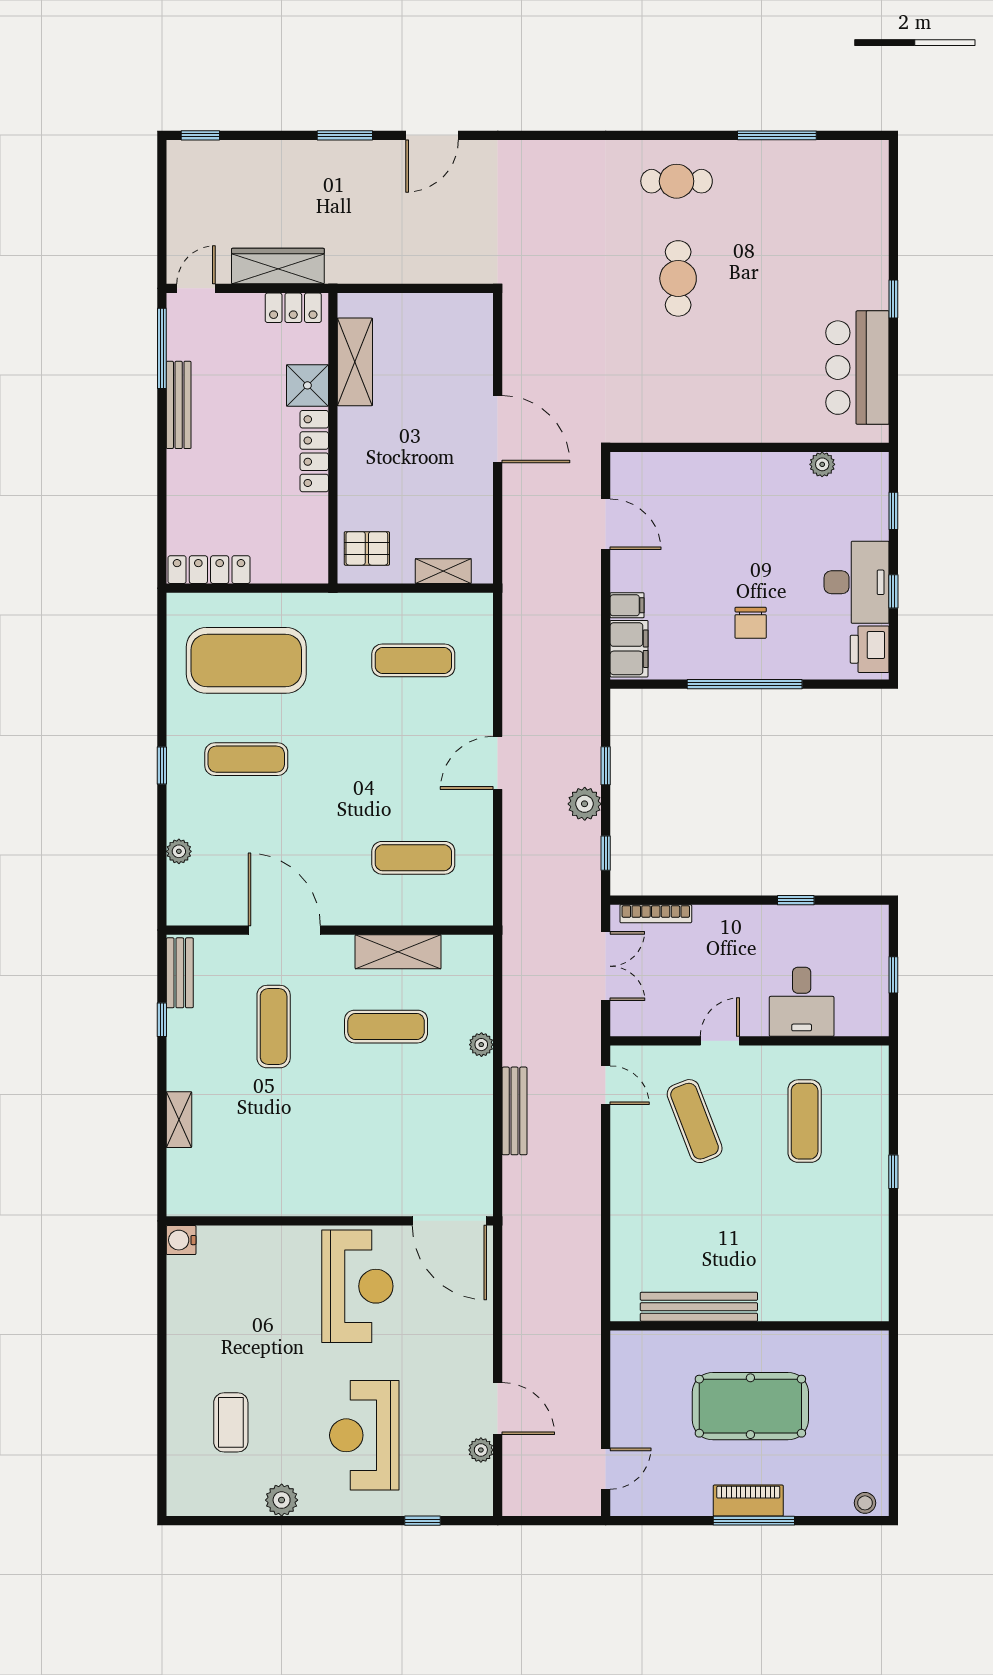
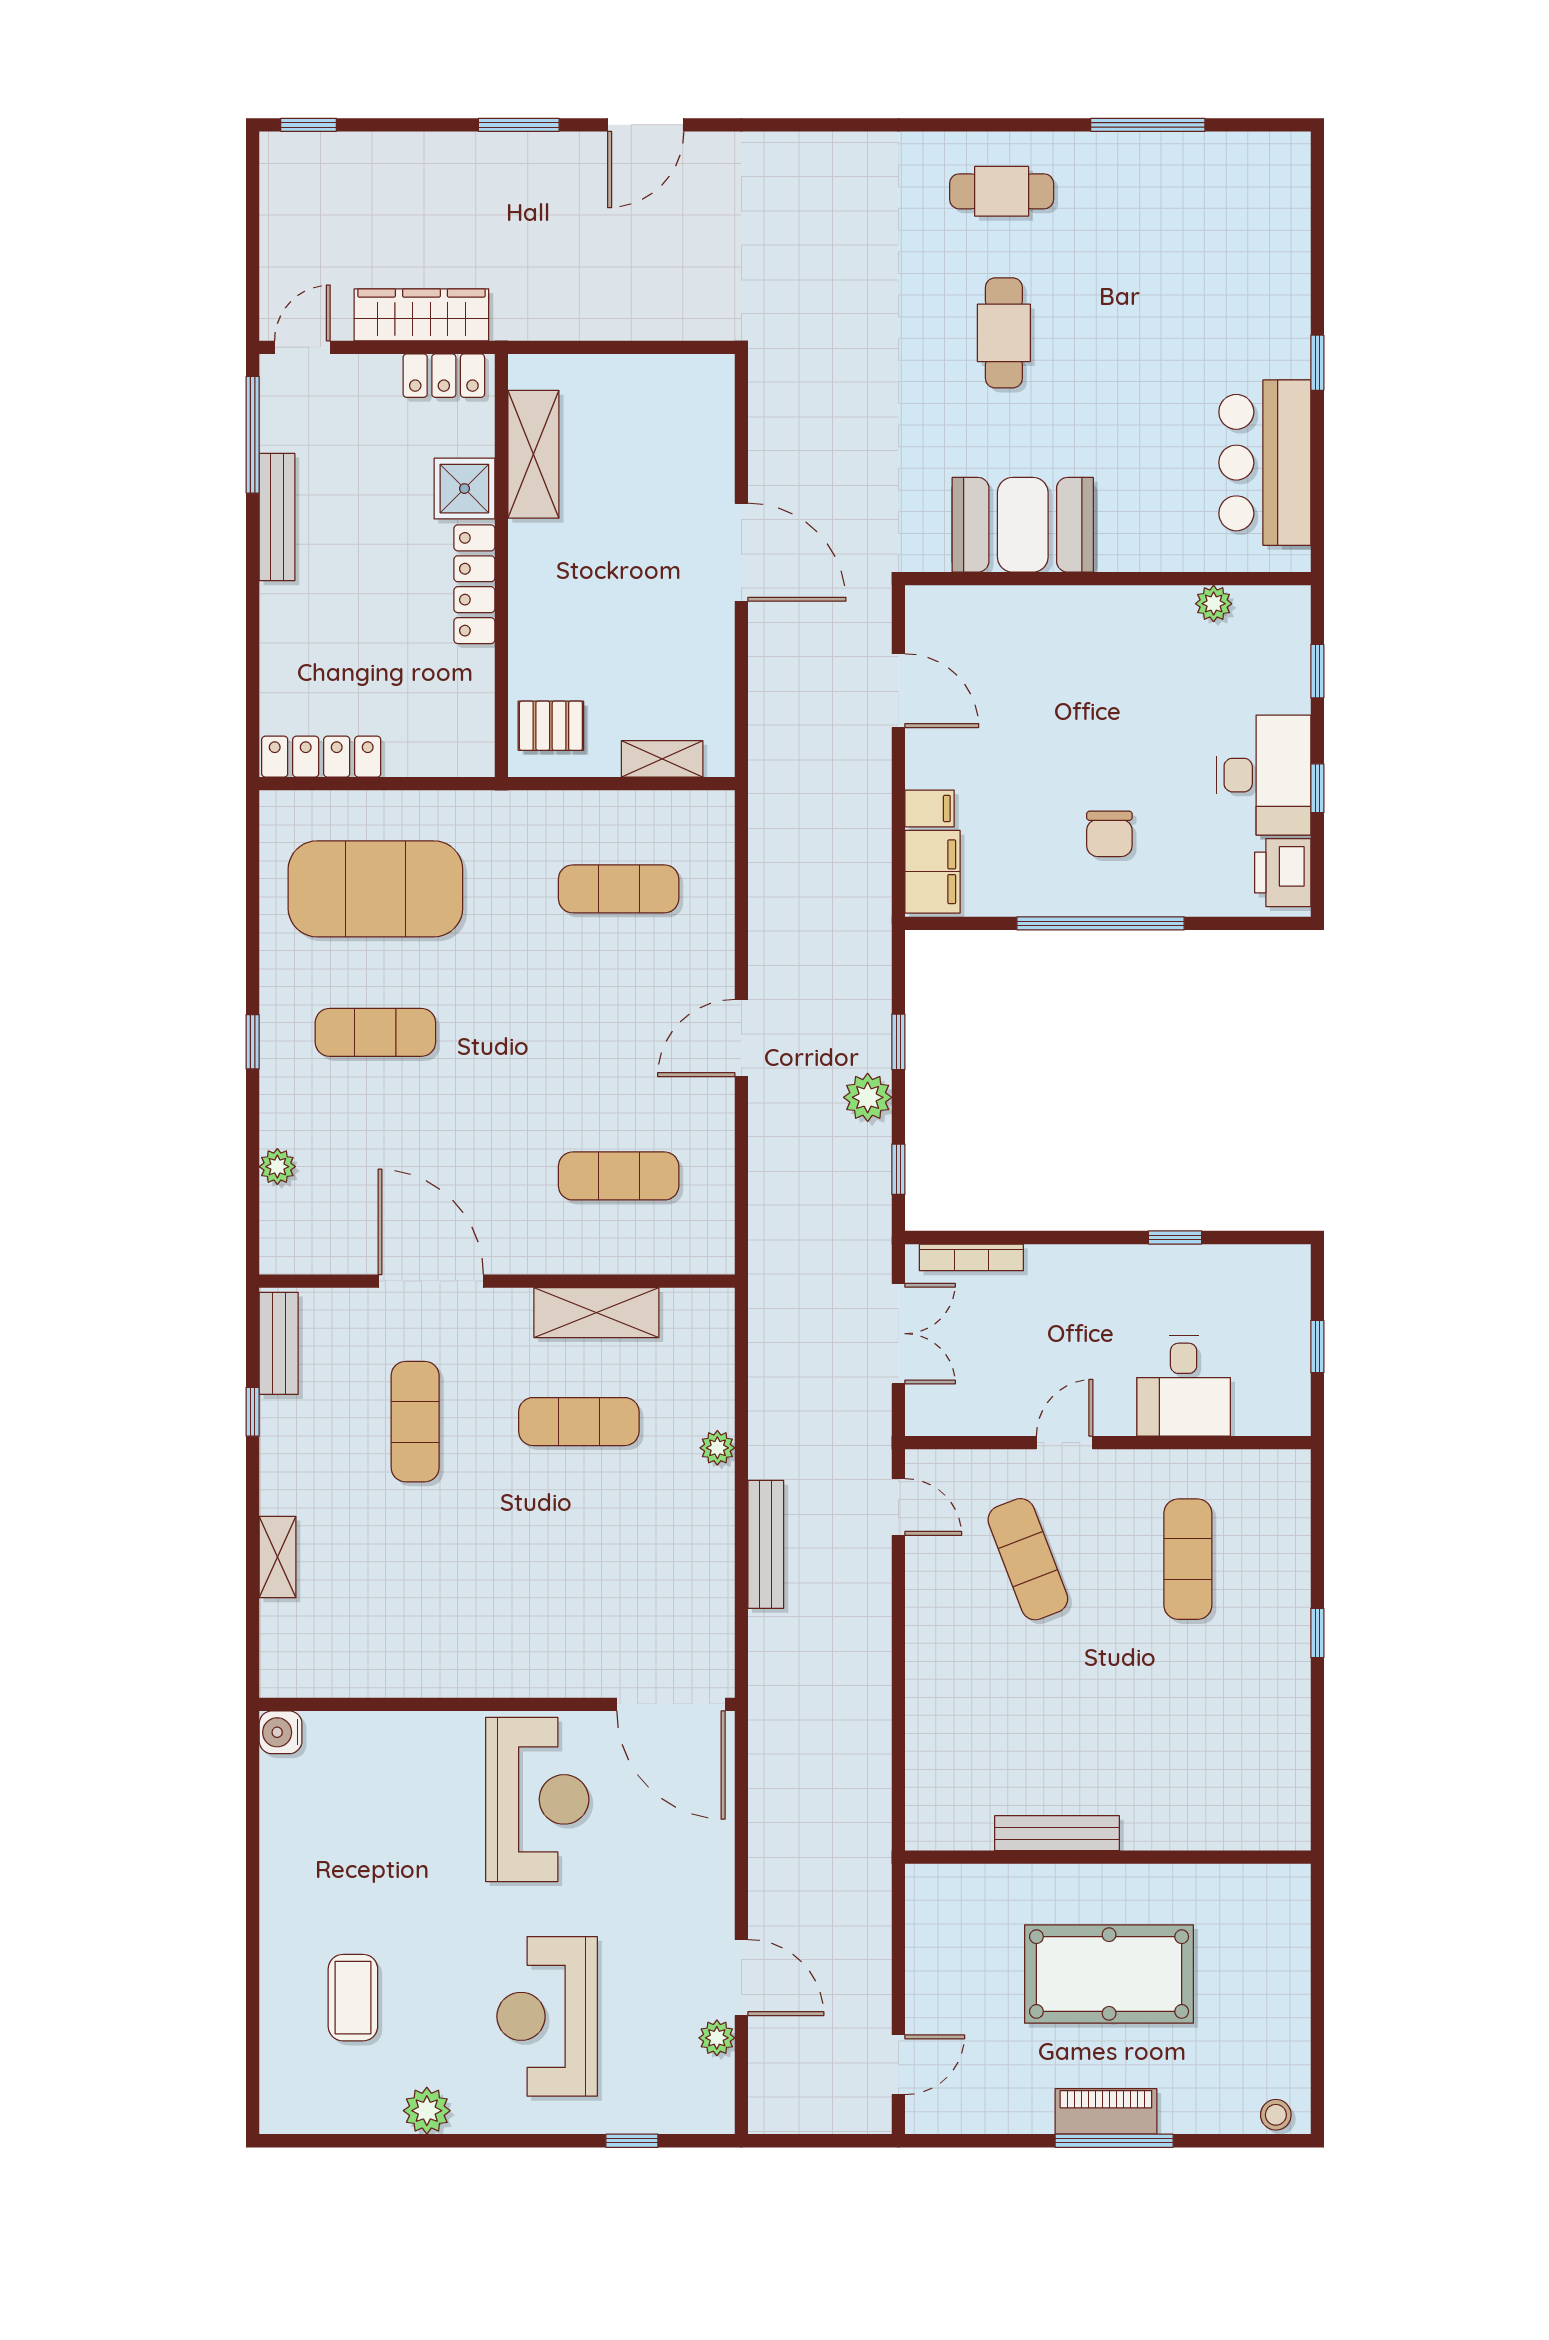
booth: (691, 410) -> (1023, 525), added
bench: (699, 1307) -> (1057, 1833), width x0.73, depth x0.82

